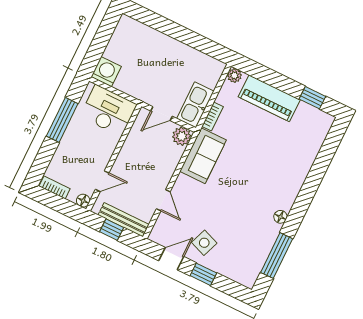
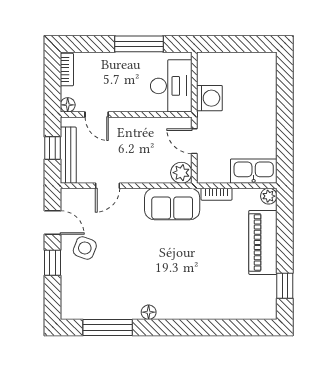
washing machine: (106, 72) -> (209, 98), moved
kitchen sink: (195, 105) -> (254, 171), moved

